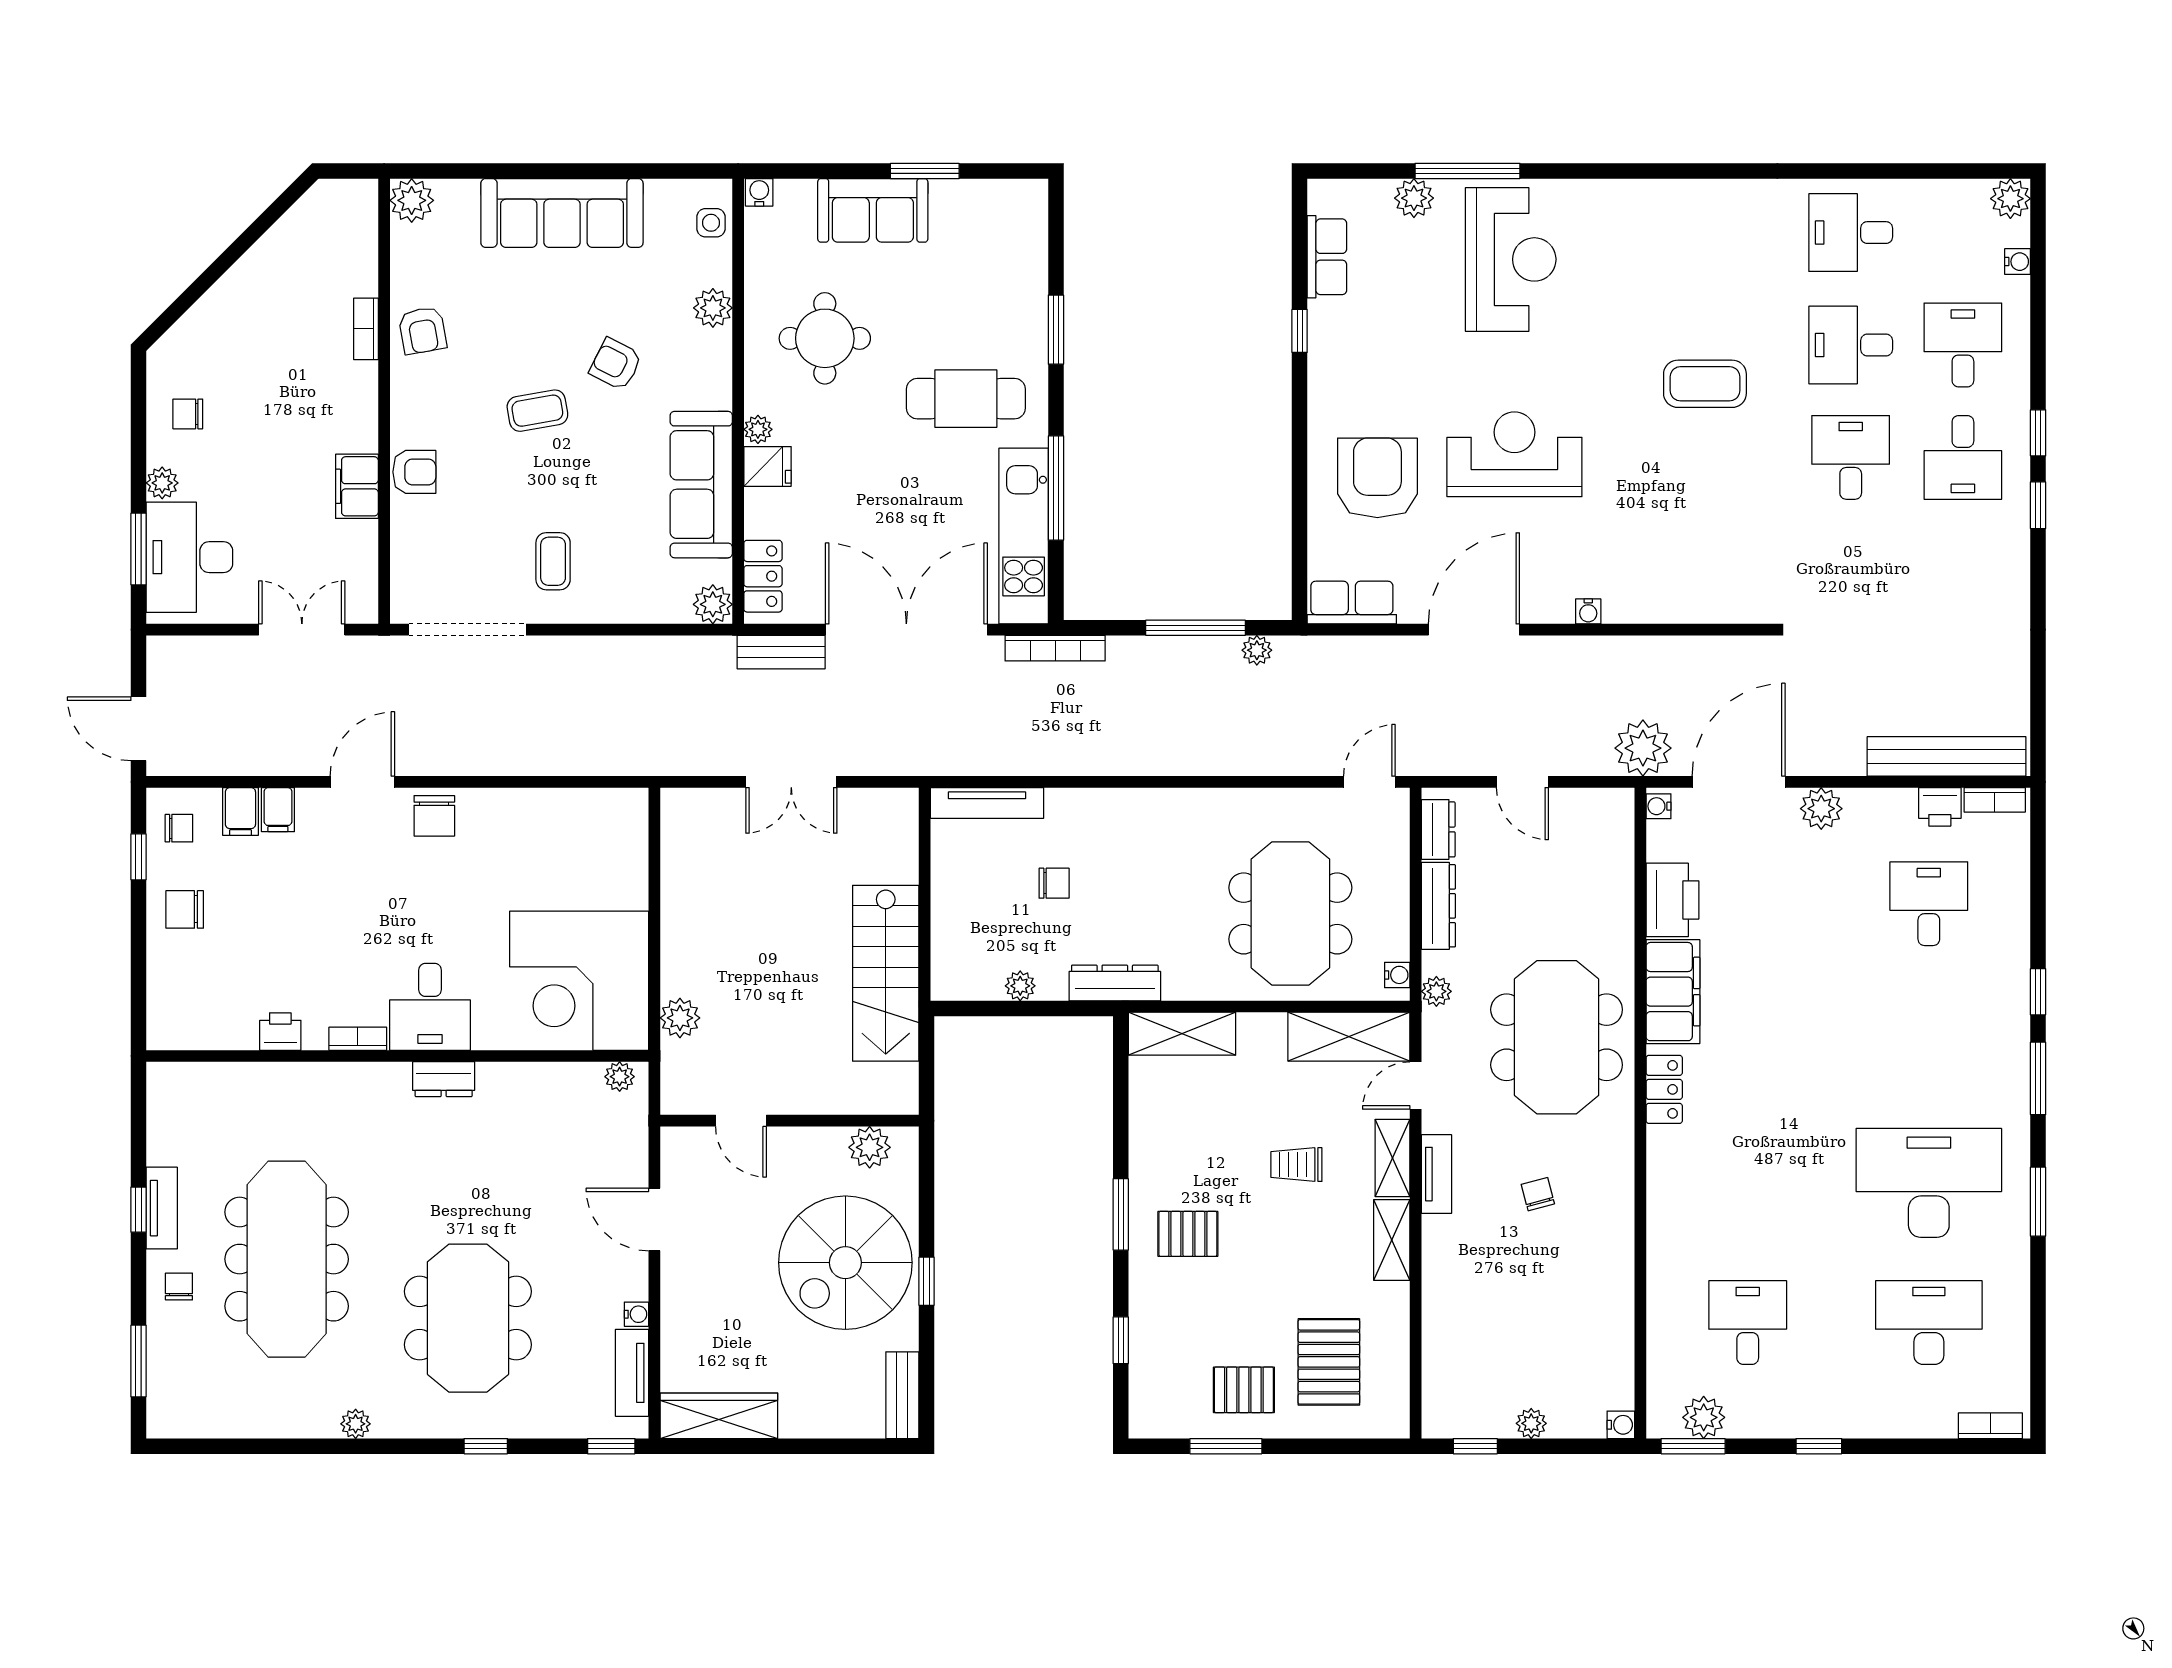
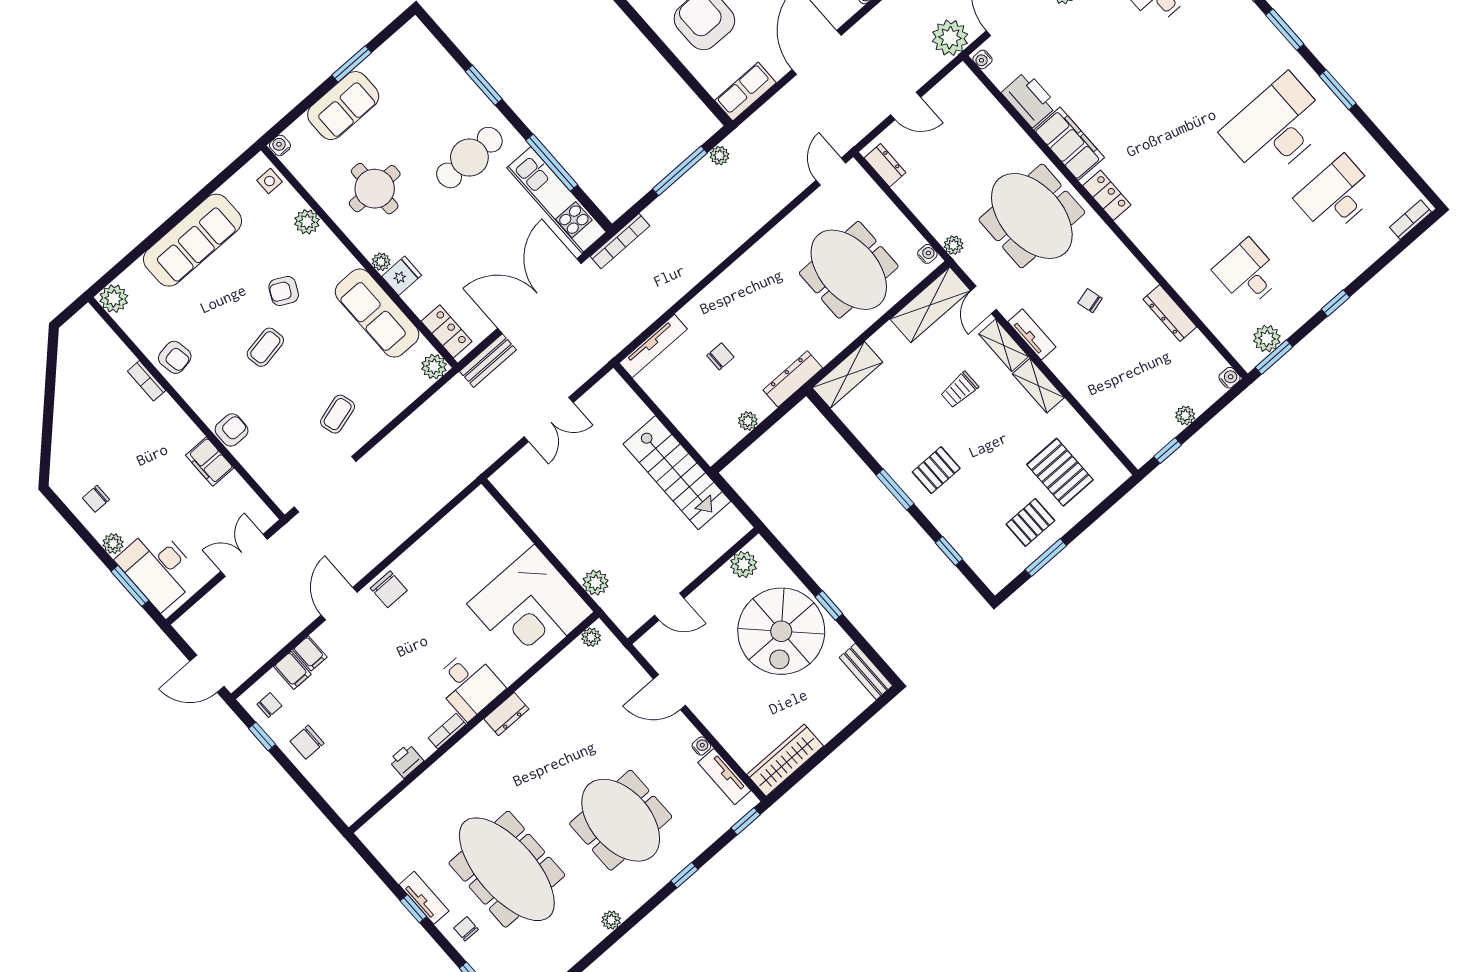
coffee table: (553, 561) -> (338, 414), turned 74
dresser: (1438, 906) -> (1170, 313), moved, turned 180

